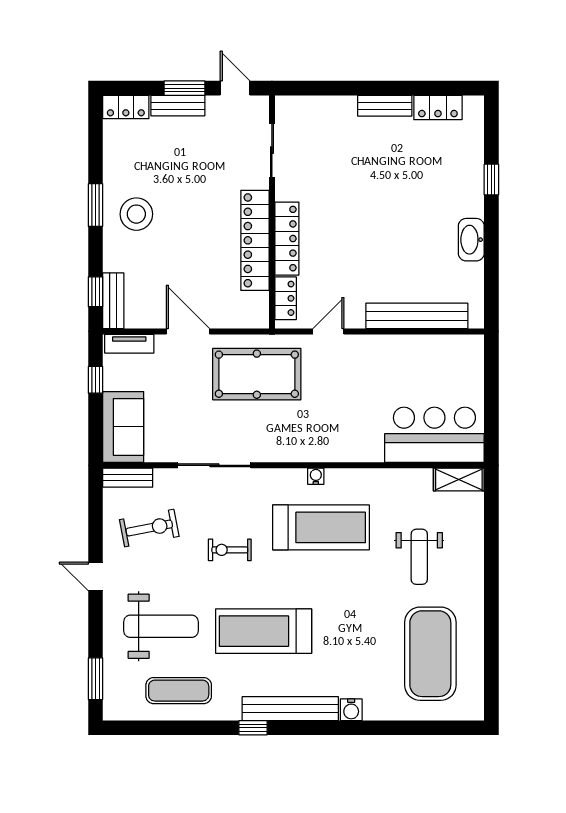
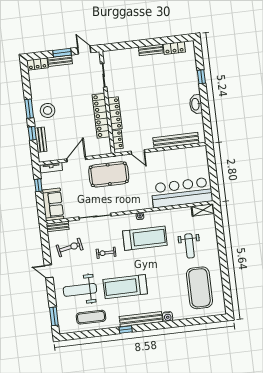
window: (96, 292) -> (32, 133), moved
bench: (113, 301) -> (41, 140), moved
door: (188, 331) -> (76, 159), hinge flipped
door: (328, 331) -> (138, 152), swing flipped
bar counter: (434, 435) -> (182, 193), width x1.36
weight bench: (161, 626) -> (80, 290), turned 180

